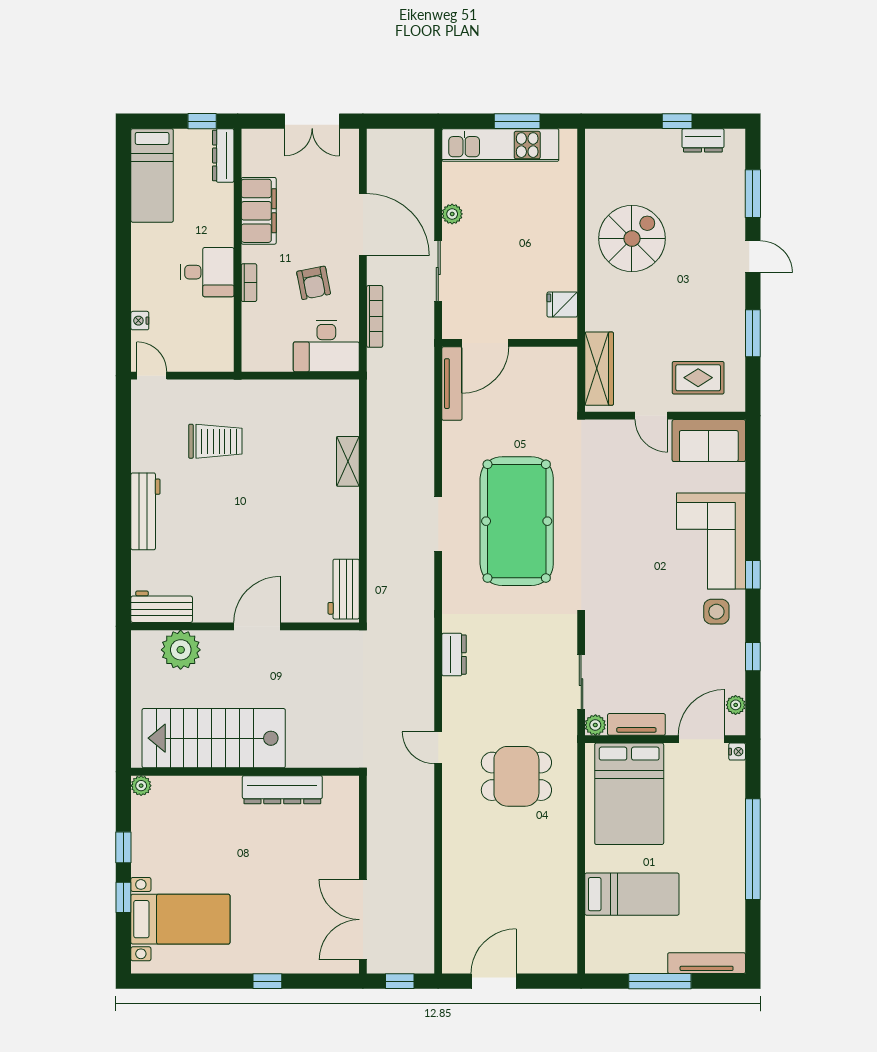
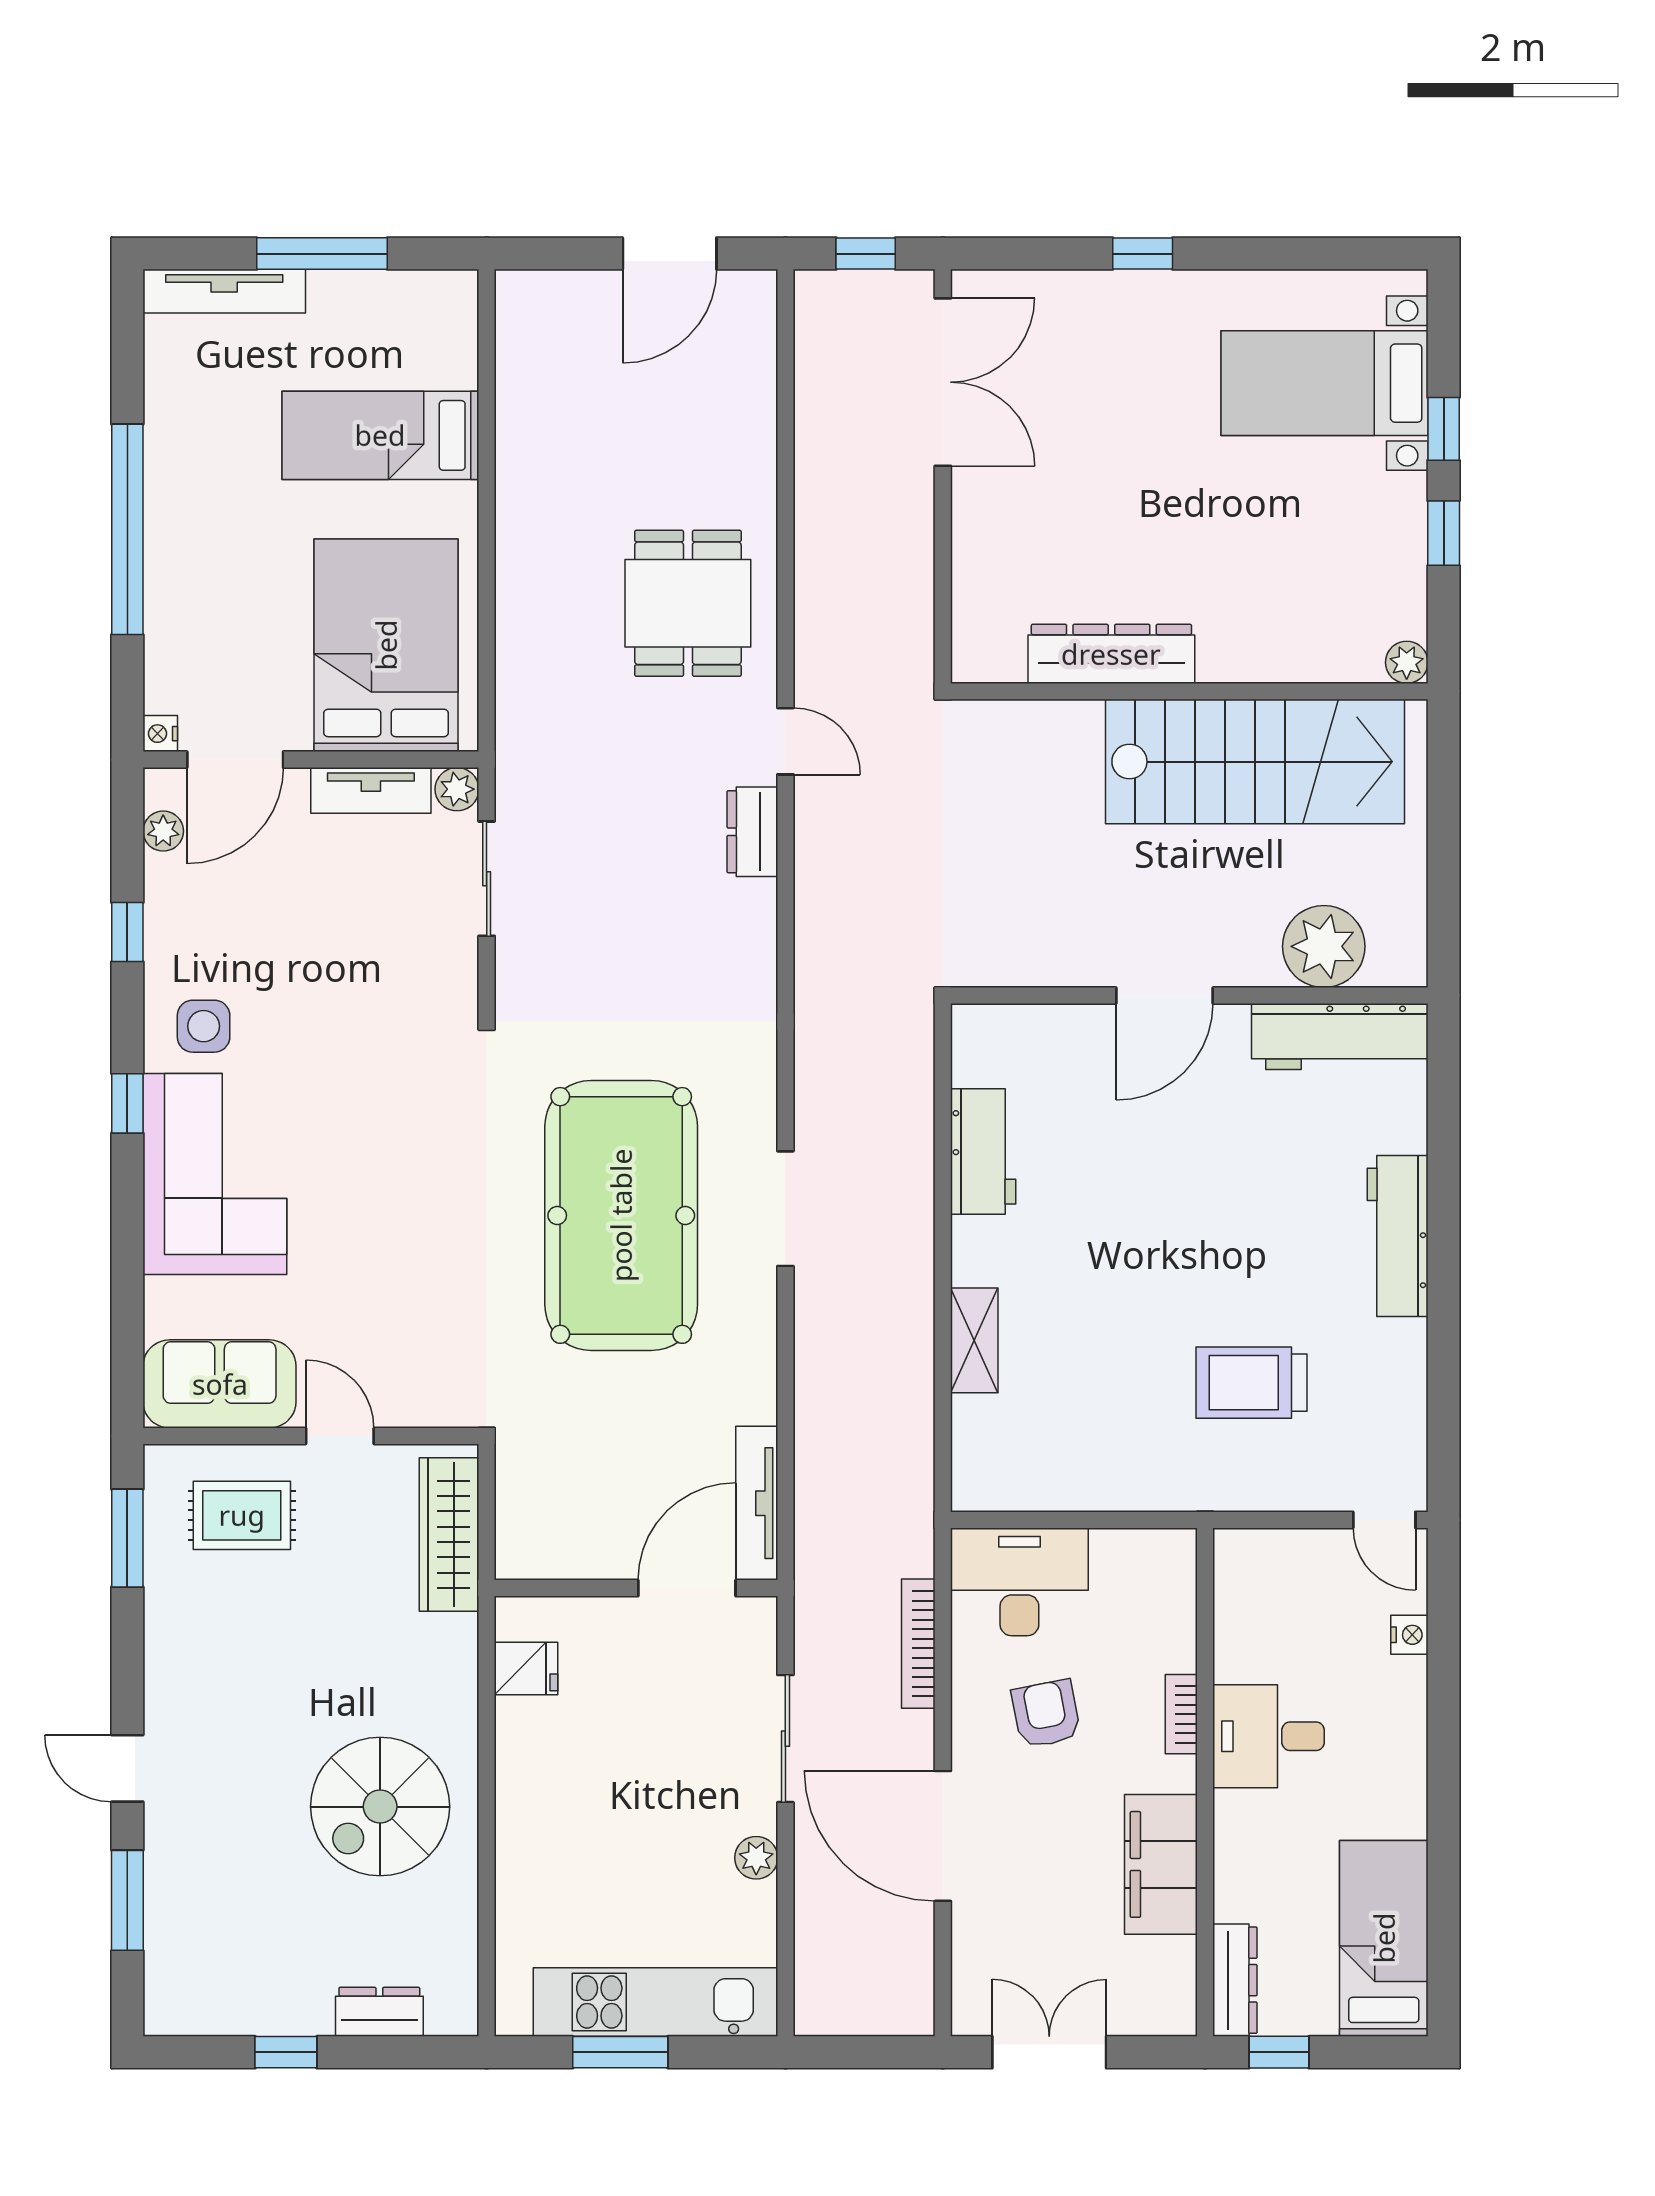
dresser: (703, 140) -> (379, 2012), moved
window: (753, 333) -> (127, 1538), moved
workbench: (344, 589) -> (983, 1151), moved
workbench: (162, 607) -> (1340, 1036), width x1.38
dresser: (454, 655) -> (752, 832), moved
dining table: (516, 776) -> (688, 603), moved, turned 90

